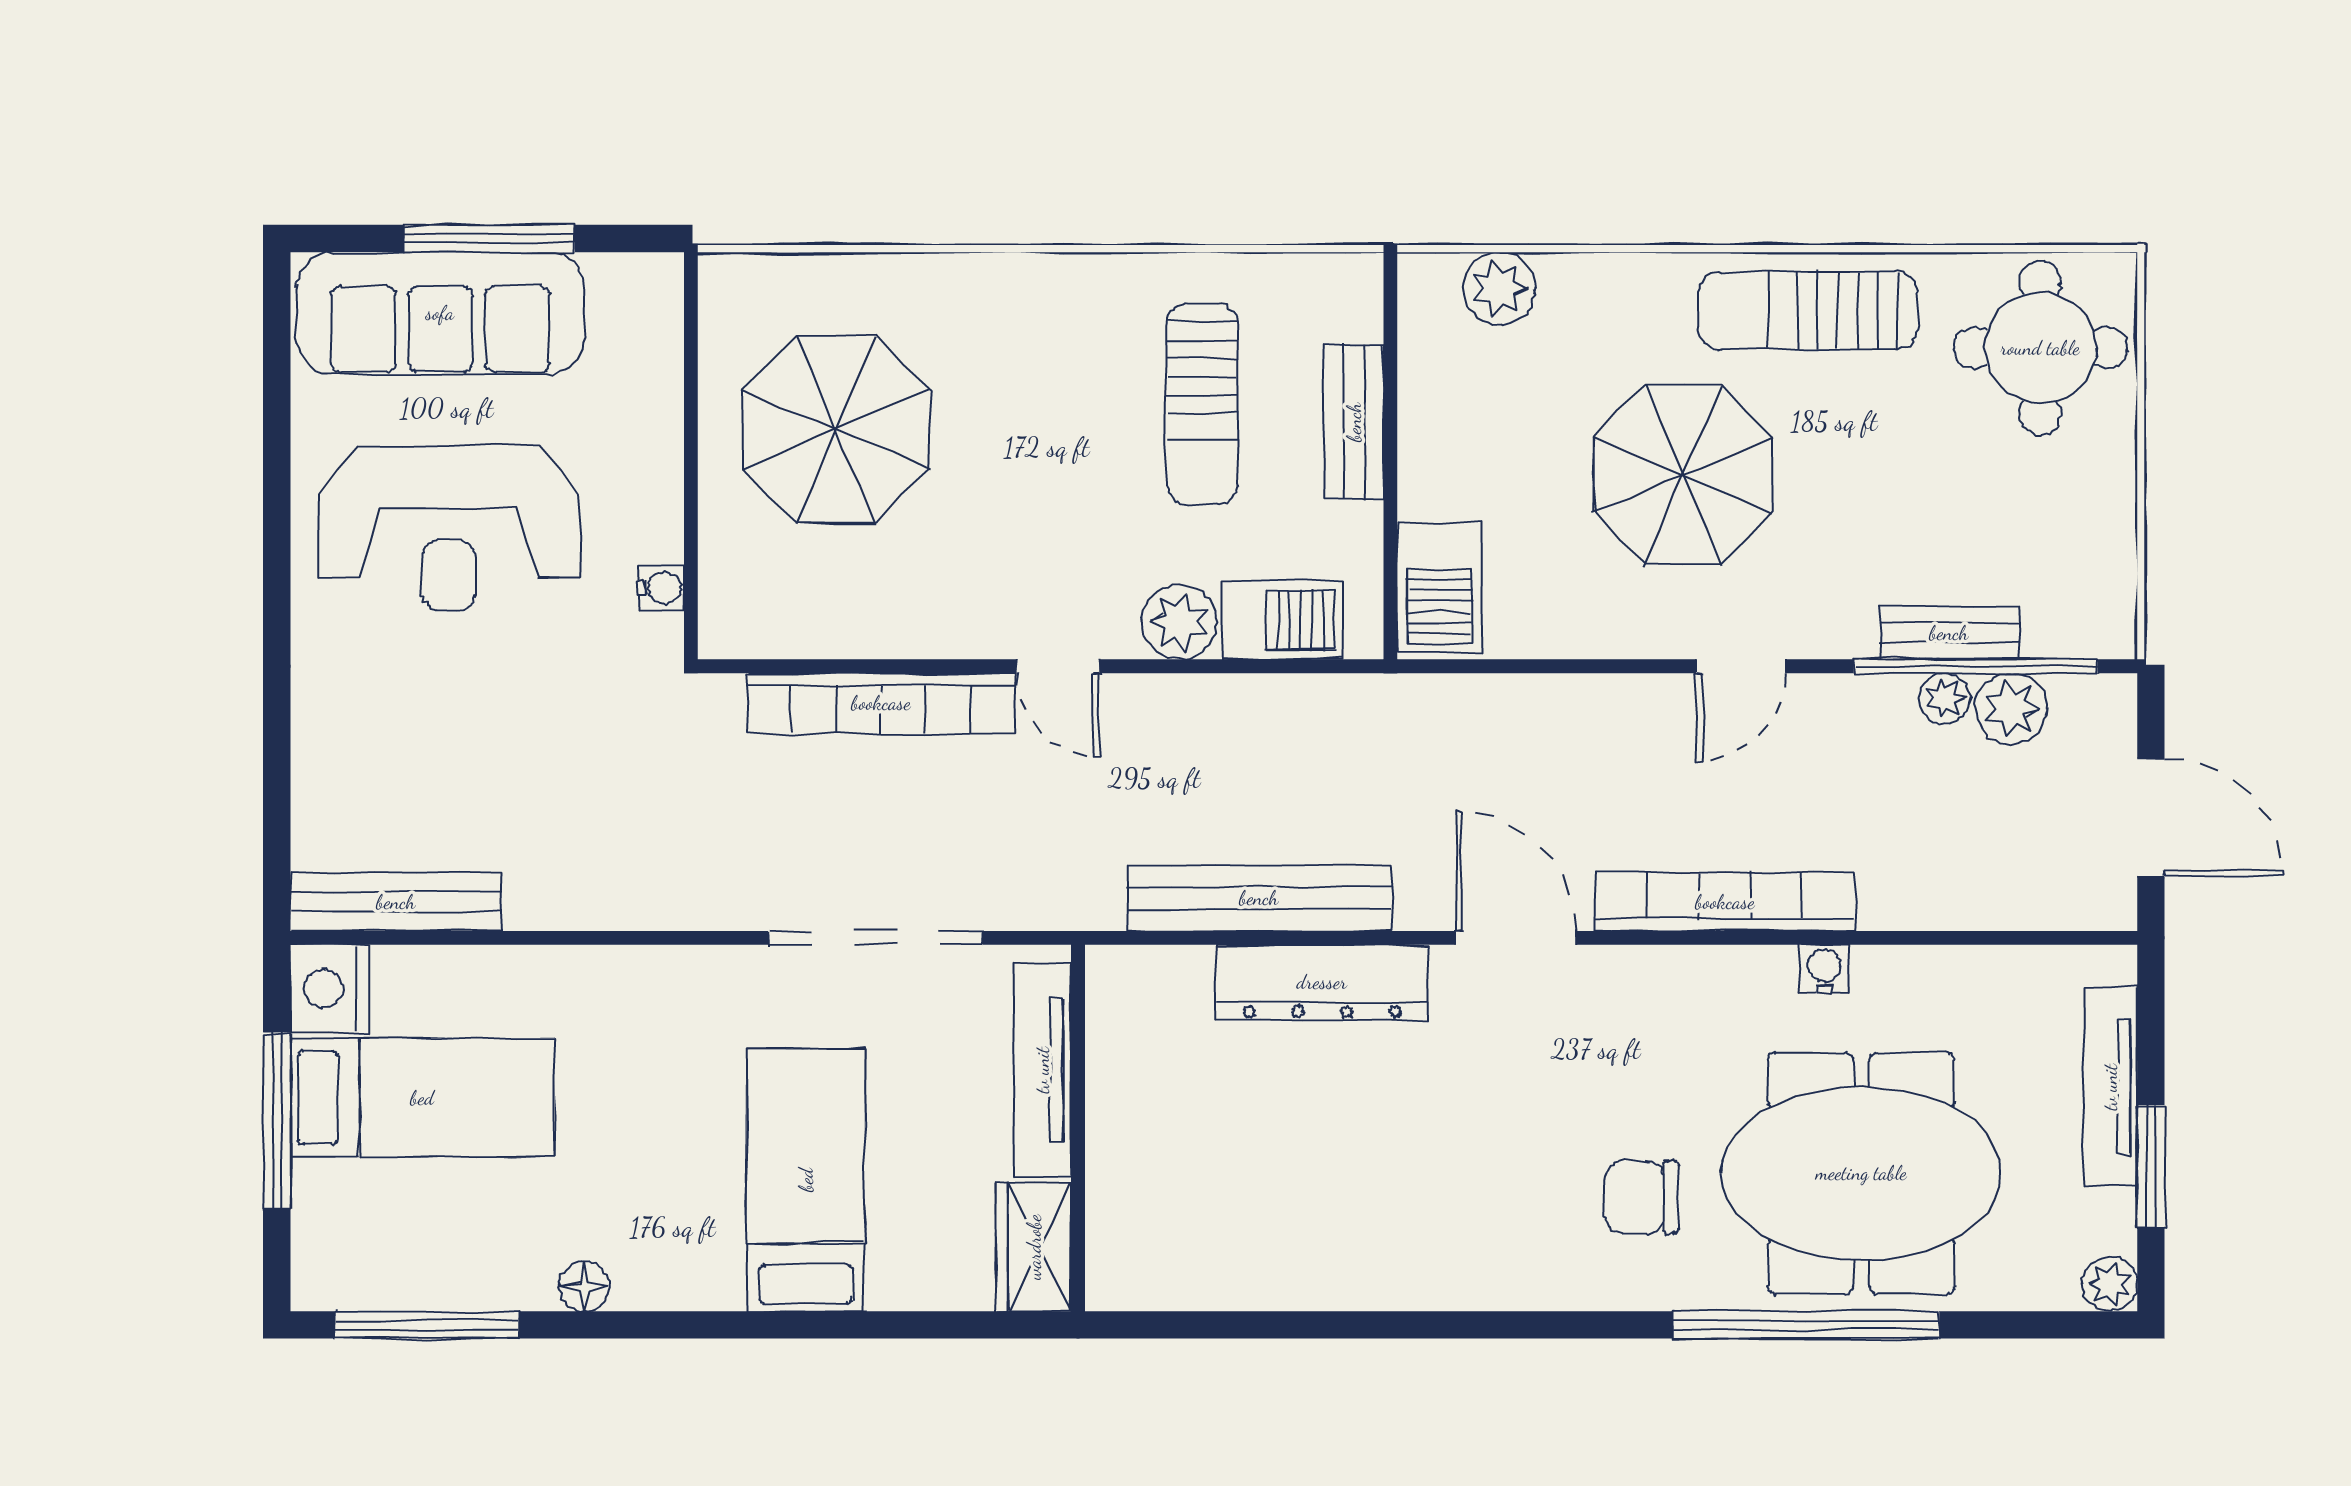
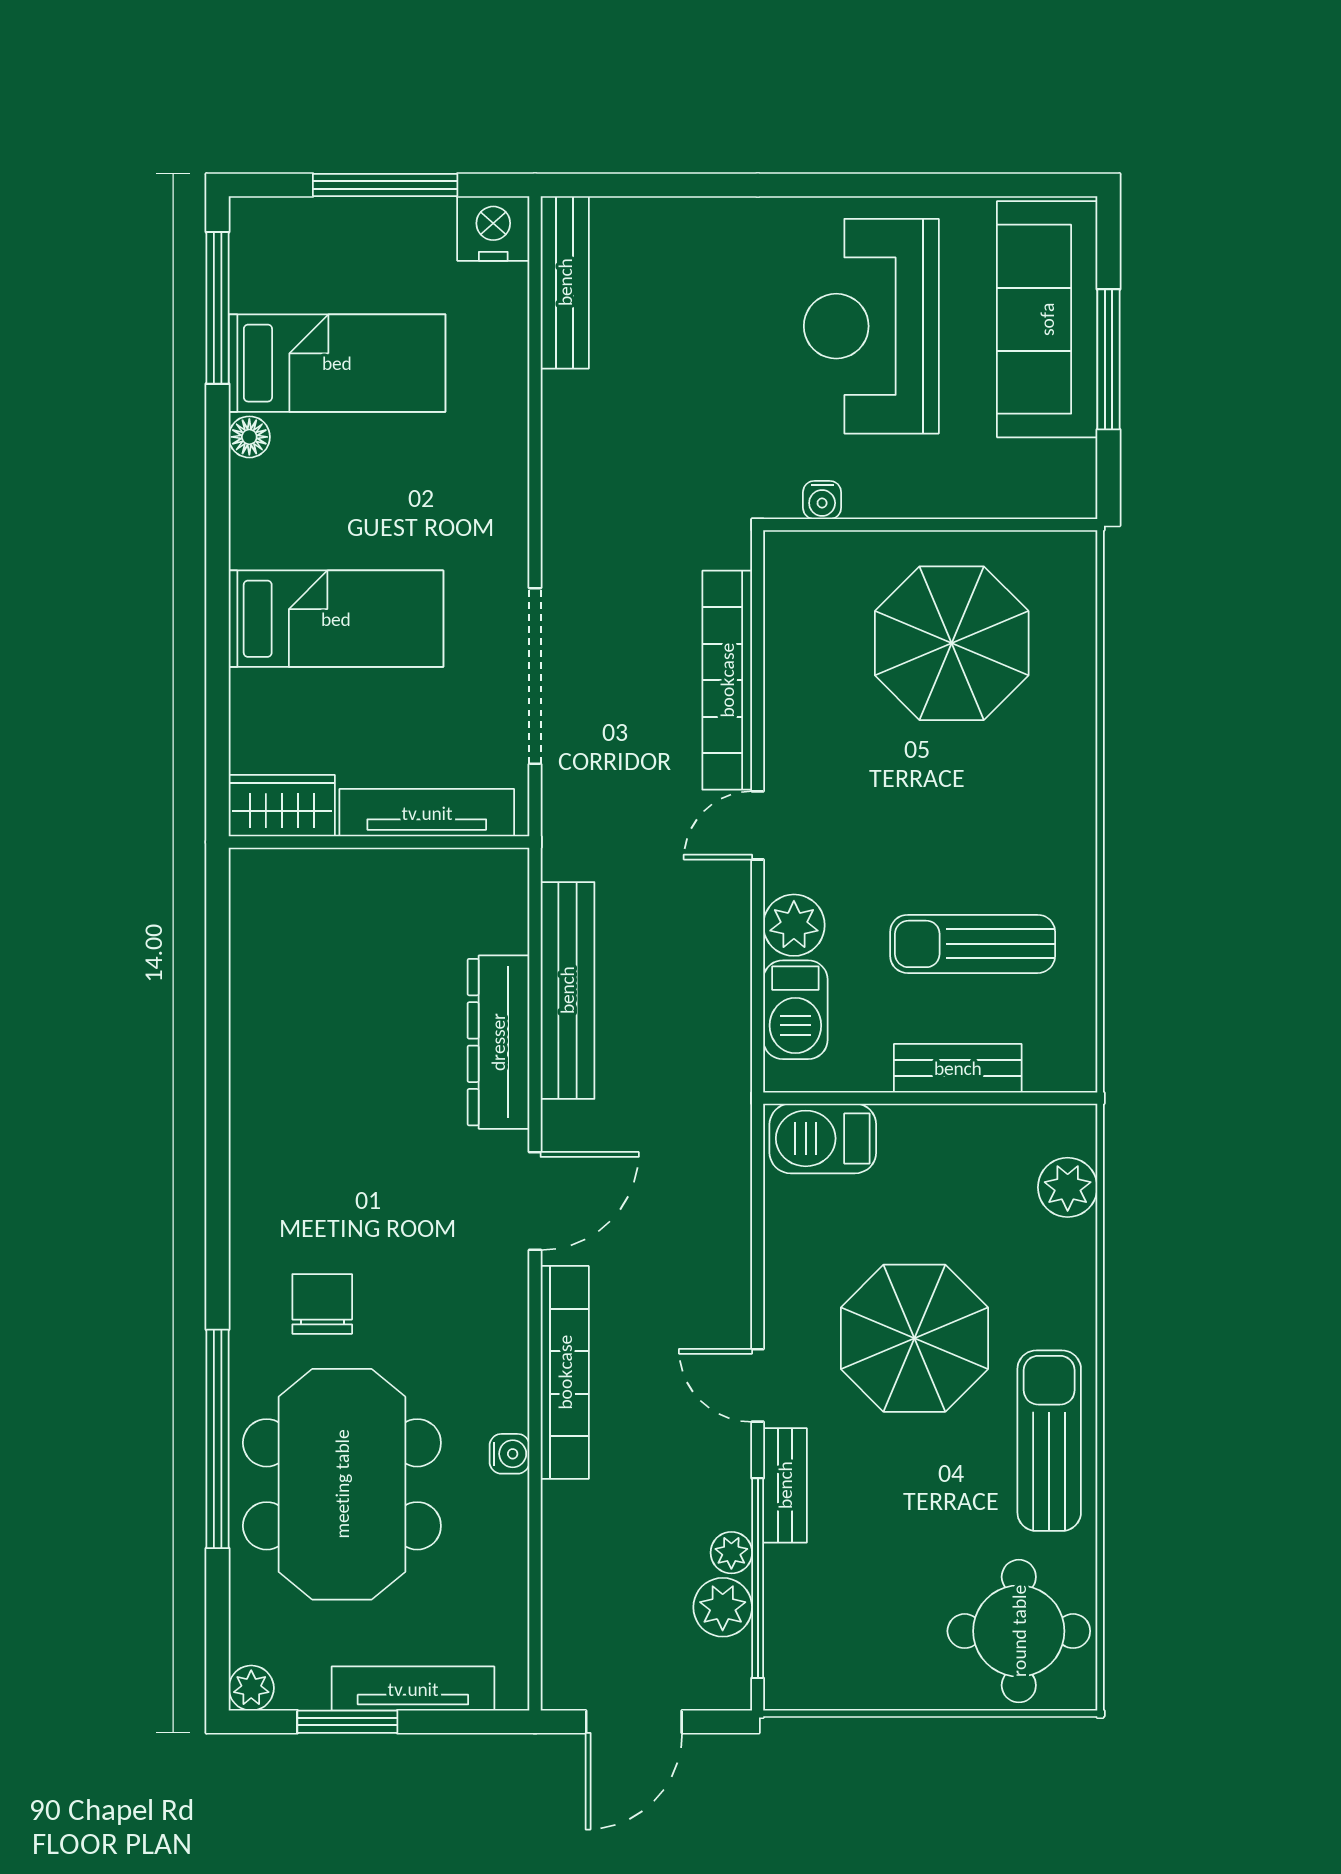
bench: (1949, 633) -> (785, 1485), moved
bed: (422, 1098) -> (337, 363), moved, turned -90

